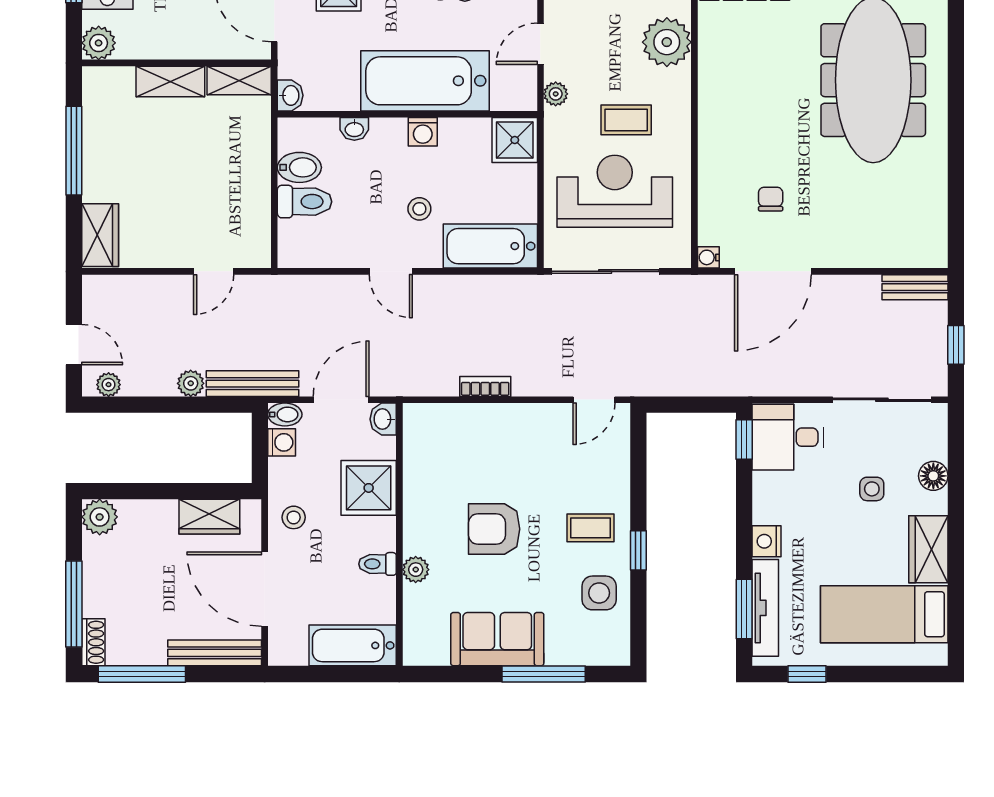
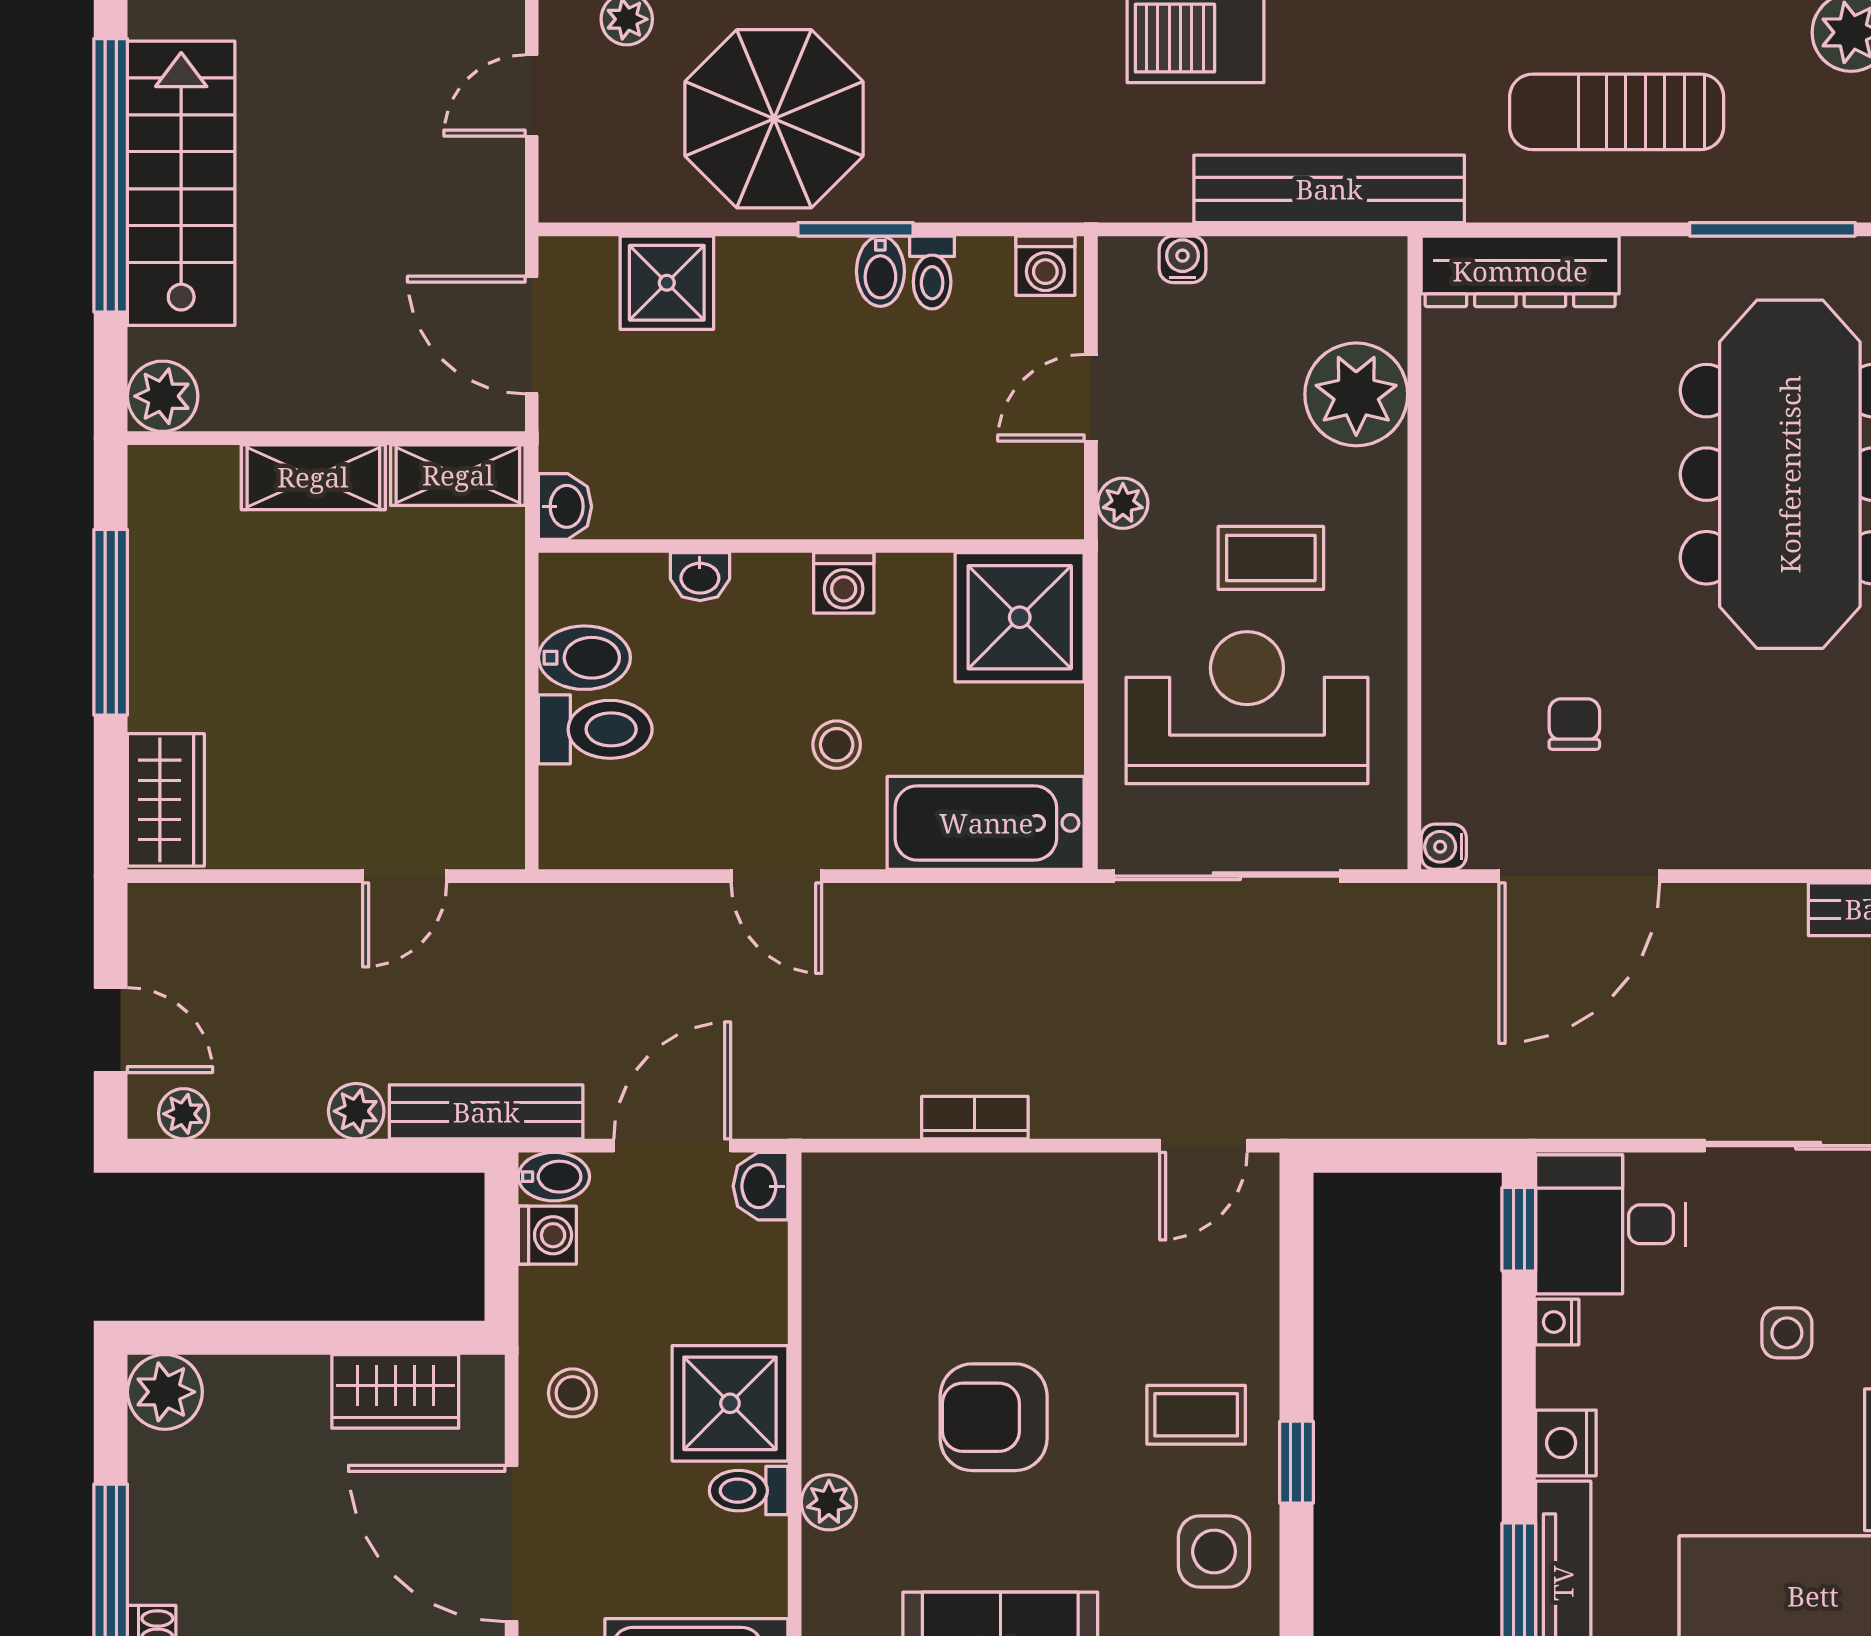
bathtub: (425, 81) -> (848, 476), removed
shower: (515, 140) -> (1020, 617), width x1.36, depth x1.36
nightstand: (762, 484) -> (1557, 1322), added
shower: (369, 488) -> (730, 1403), moved

